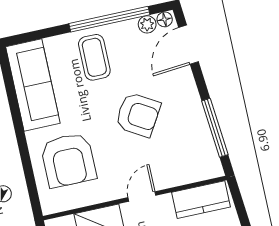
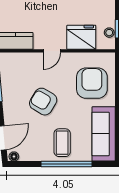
window: (109, 19) -> (66, 164), moved
plant: (147, 24) -> (25, 156), removed

